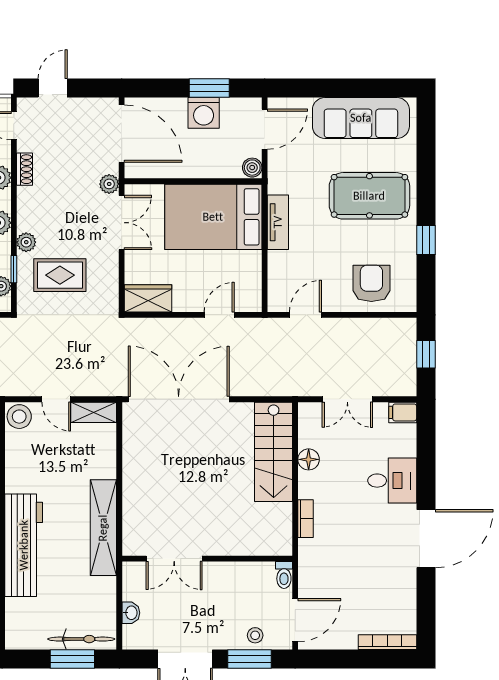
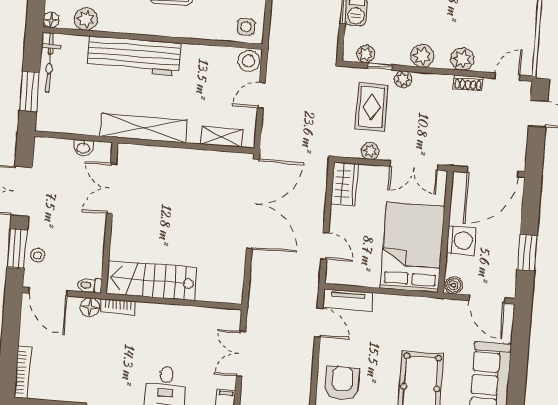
washing machine: (204, 113) -> (461, 240), moved, turned 180
plant: (109, 184) -> (370, 151), moved
tv unit: (278, 222) -> (348, 300), moved
armchair: (371, 283) -> (342, 383), turned -90
shelving: (94, 412) -> (222, 137), moved, turned 90
stairs: (274, 452) -> (151, 281), moved
floor lamp: (309, 459) -> (90, 307), moved
bookcase: (306, 519) -> (118, 307), moved
washbasin: (131, 613) -> (83, 148), moved
bicycle: (81, 639) -> (50, 62), moved

